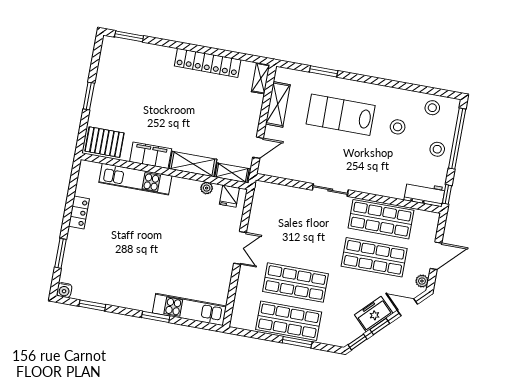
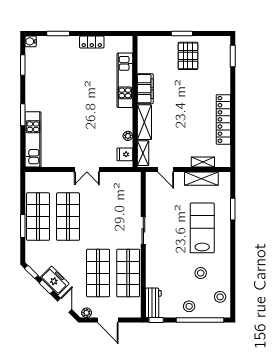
shelving: (261, 78) -> (203, 162), moved
pallet: (104, 142) -> (188, 56), moved

